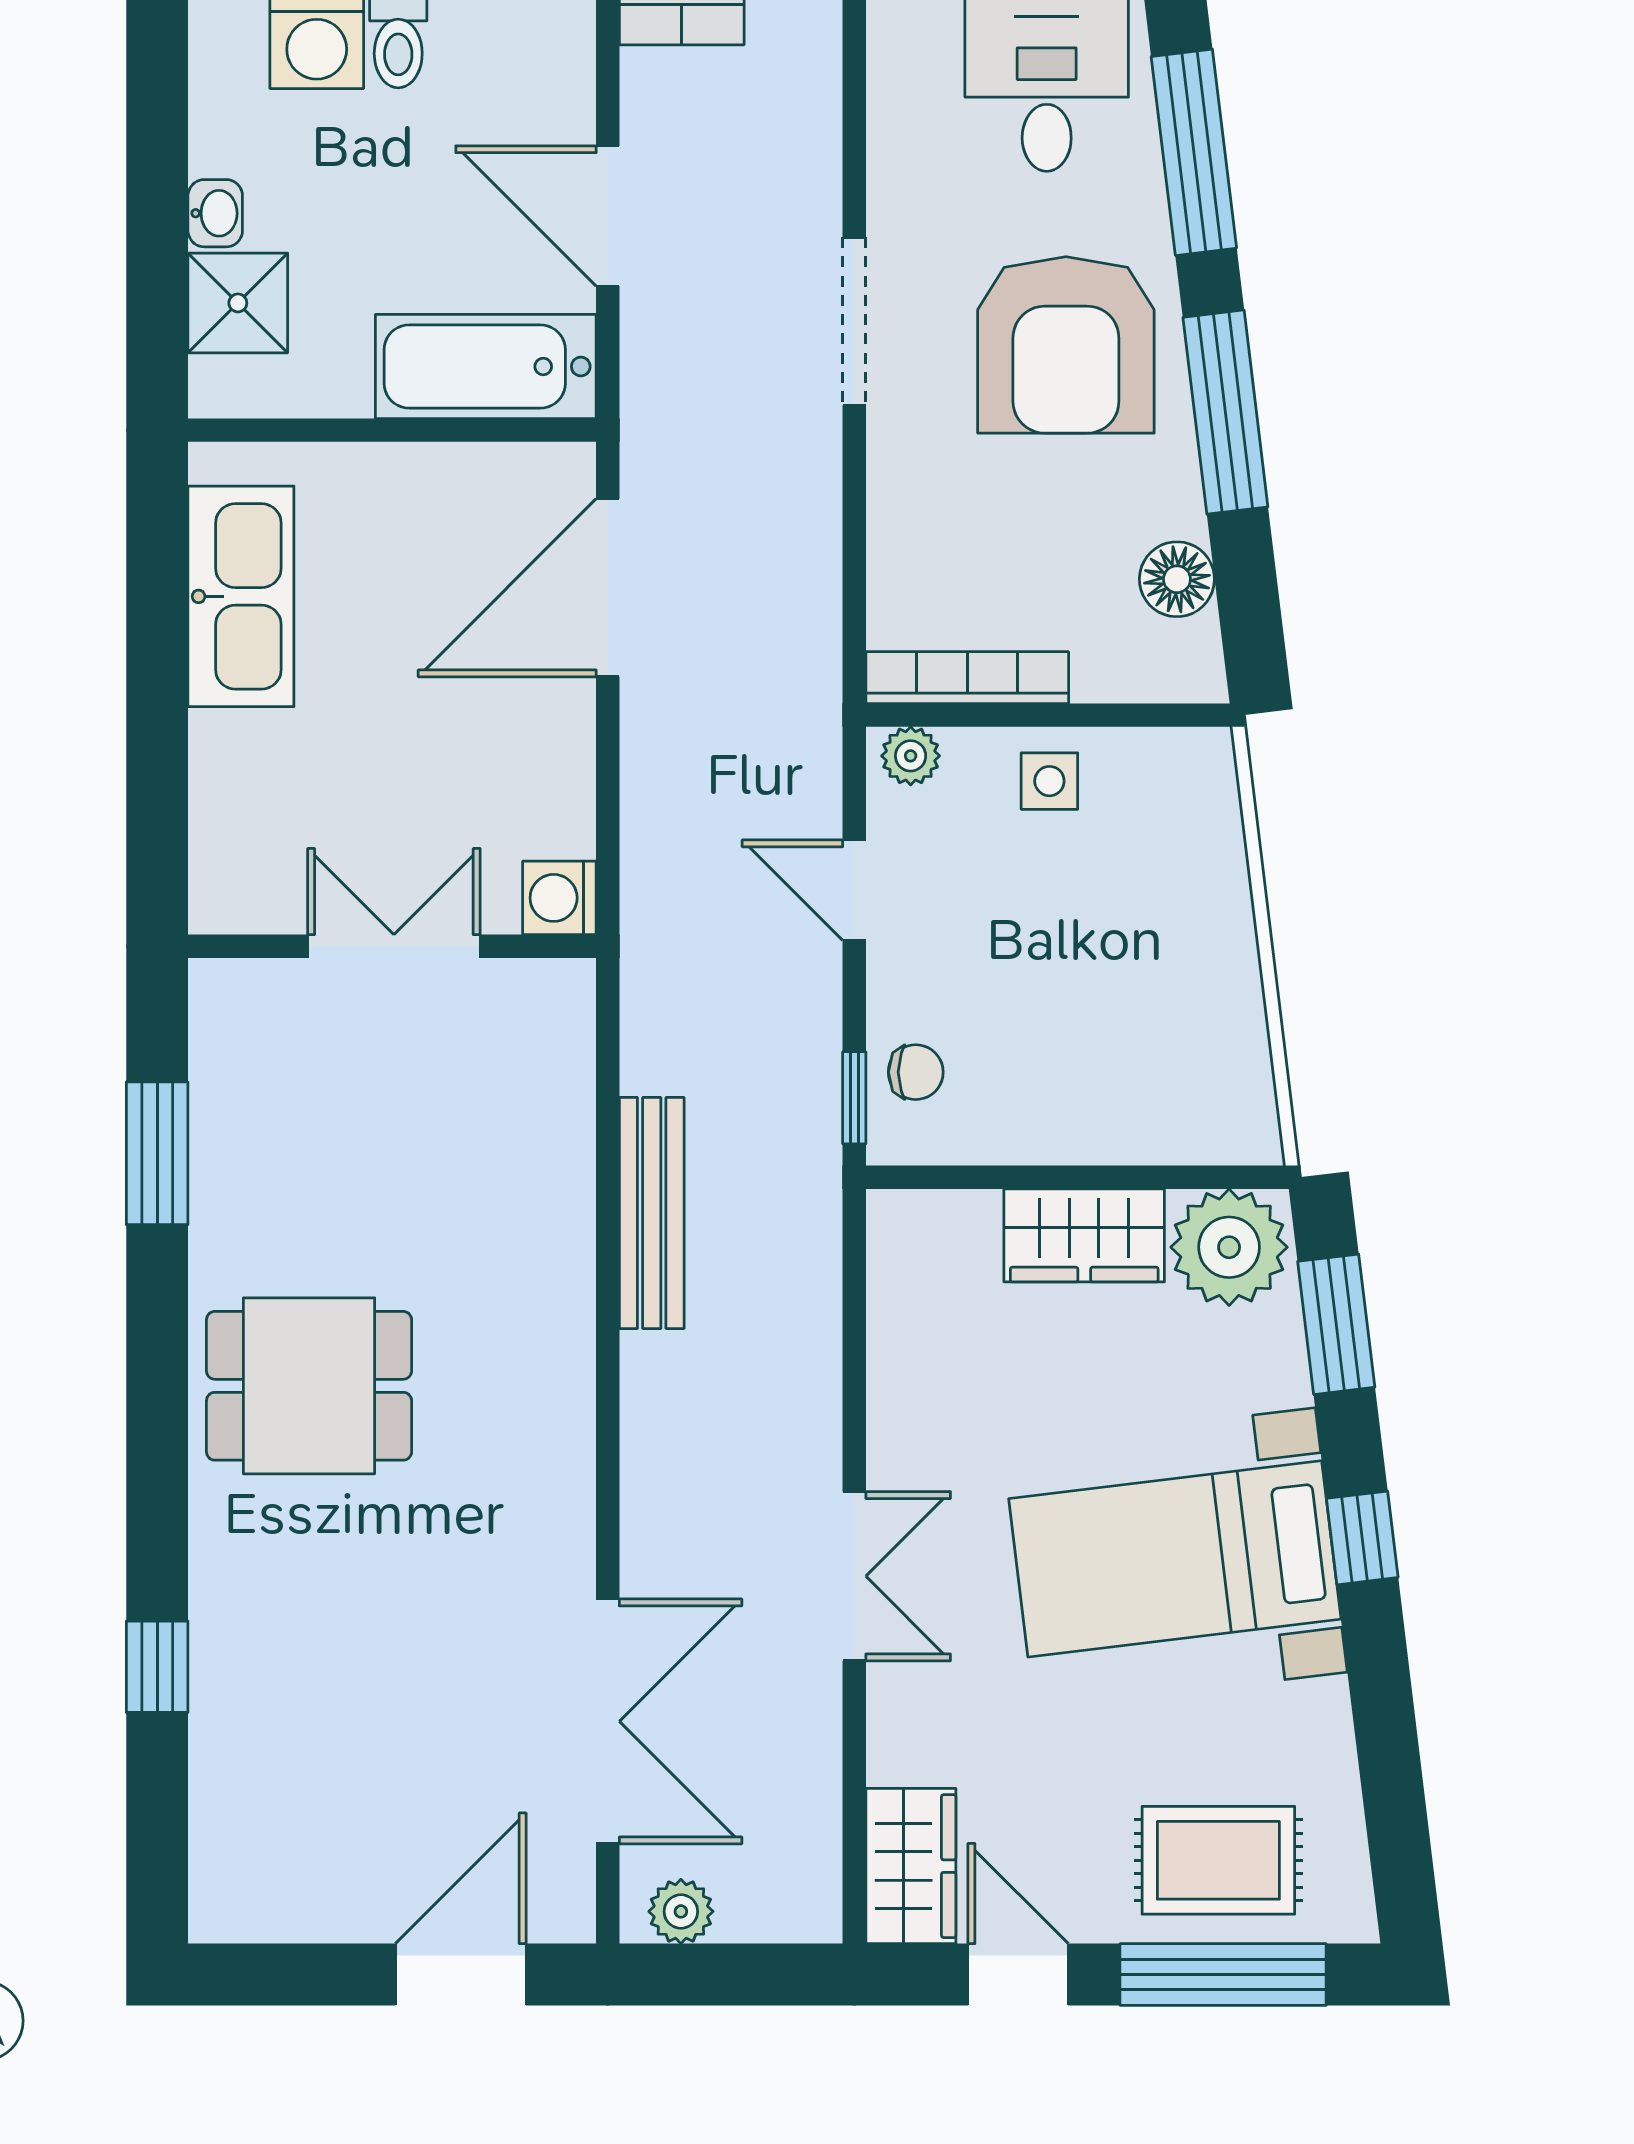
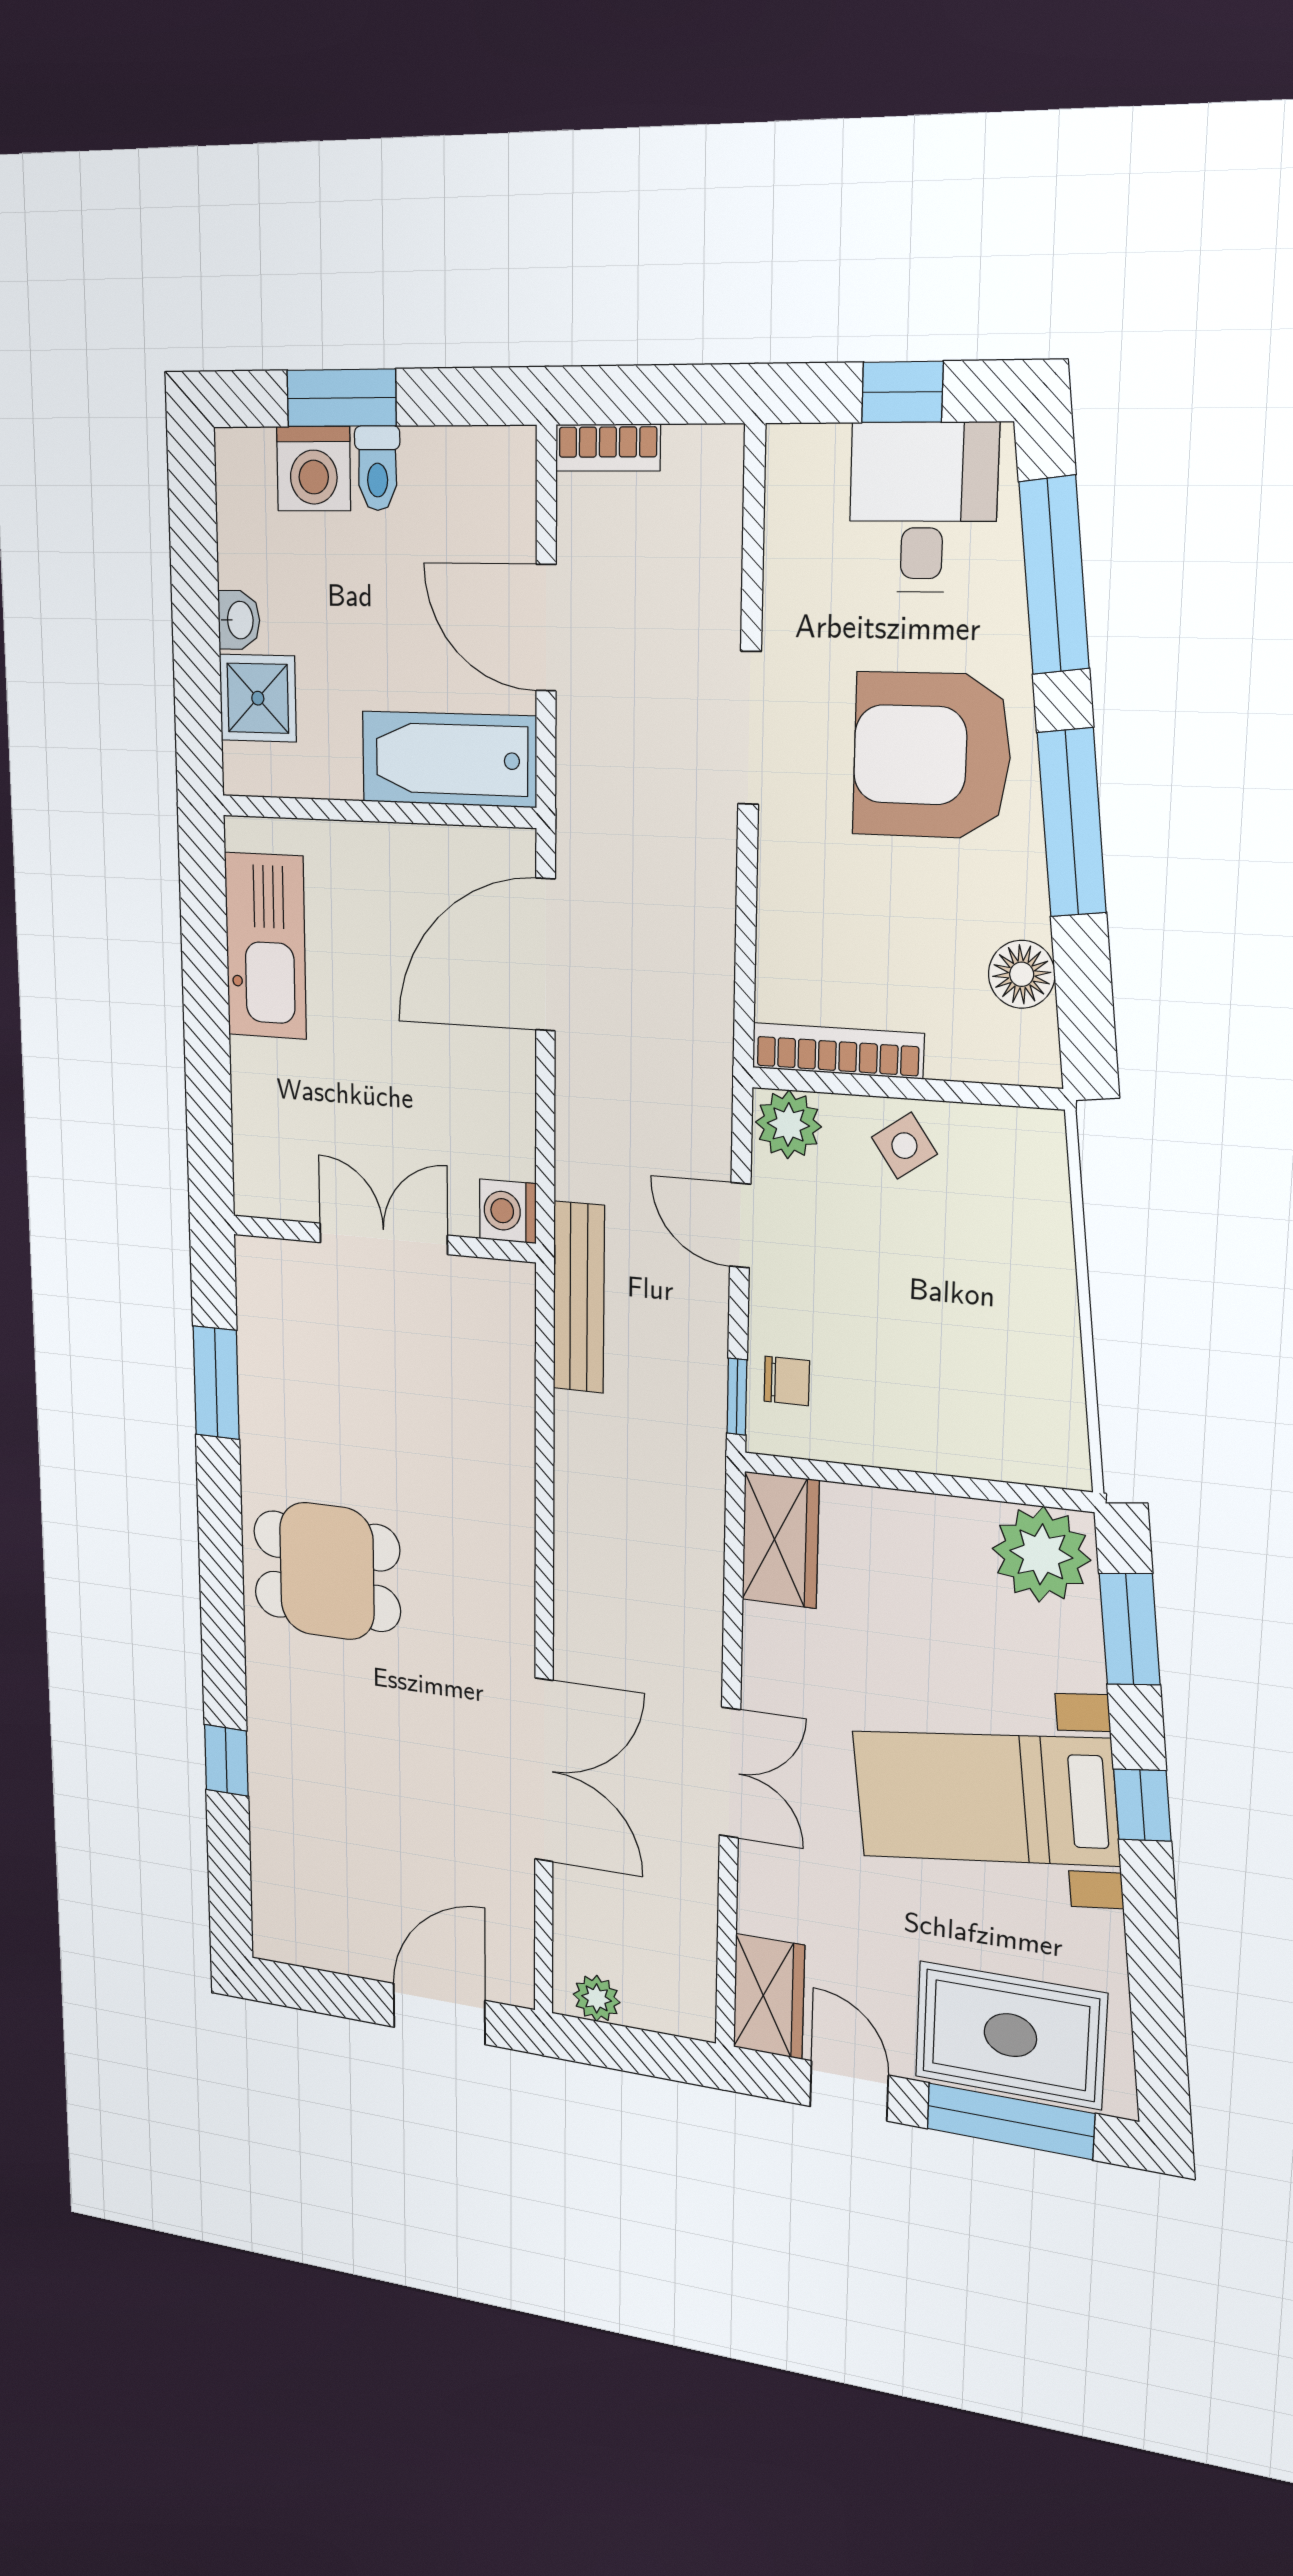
armchair: (1066, 345) -> (932, 755), turned 90
plant: (911, 756) -> (788, 1124), width x1.38, depth x1.38
side table: (1049, 781) -> (904, 1146), turned -35
bench: (652, 1213) -> (579, 1298), moved
wardrobe: (1084, 1235) -> (780, 1540), moved, turned -90
double door: (608, 1721) -> (544, 1770), moved
rug: (1218, 1860) -> (1010, 2035), width x1.36, depth x1.43

